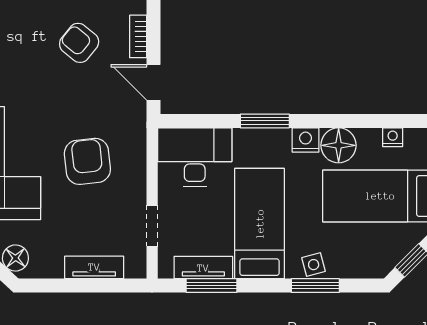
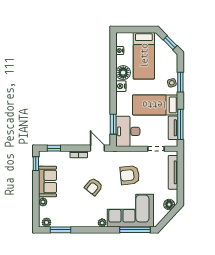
armchair: (79, 43) -> (94, 187), moved
door: (153, 82) -> (97, 148), swing flipped
window: (265, 121) -> (113, 124), moved
tv unit: (94, 267) -> (173, 172), width x1.41
window: (212, 286) -> (180, 124), width x1.44

